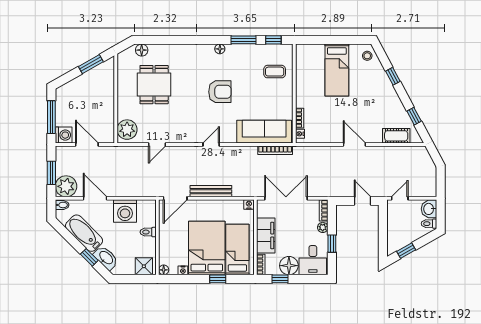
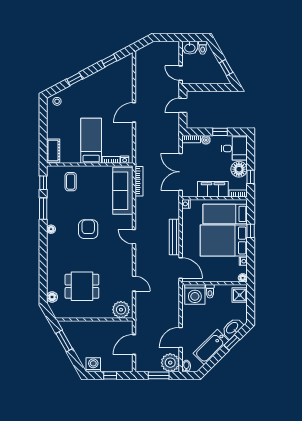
bed: (337, 70) -> (91, 141), moved, turned -90
window: (51, 117) -> (110, 375), width x0.46
washing machine: (64, 135) -> (93, 365), moved
cot: (396, 136) -> (53, 151), moved
washing machine: (125, 211) -> (195, 294), moved, turned 90

